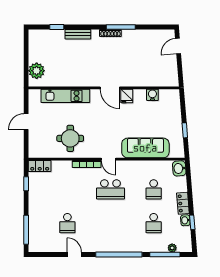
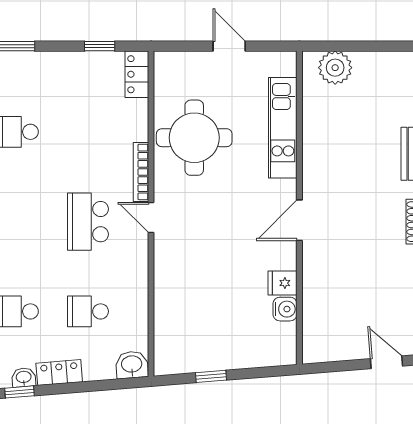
fridge: (127, 96) -> (283, 283), moved
round table: (70, 138) -> (194, 138), width x1.36, depth x1.36
sofa: (145, 148) -> (174, 294), removed
door: (109, 159) -> (151, 218), hinge flipped

